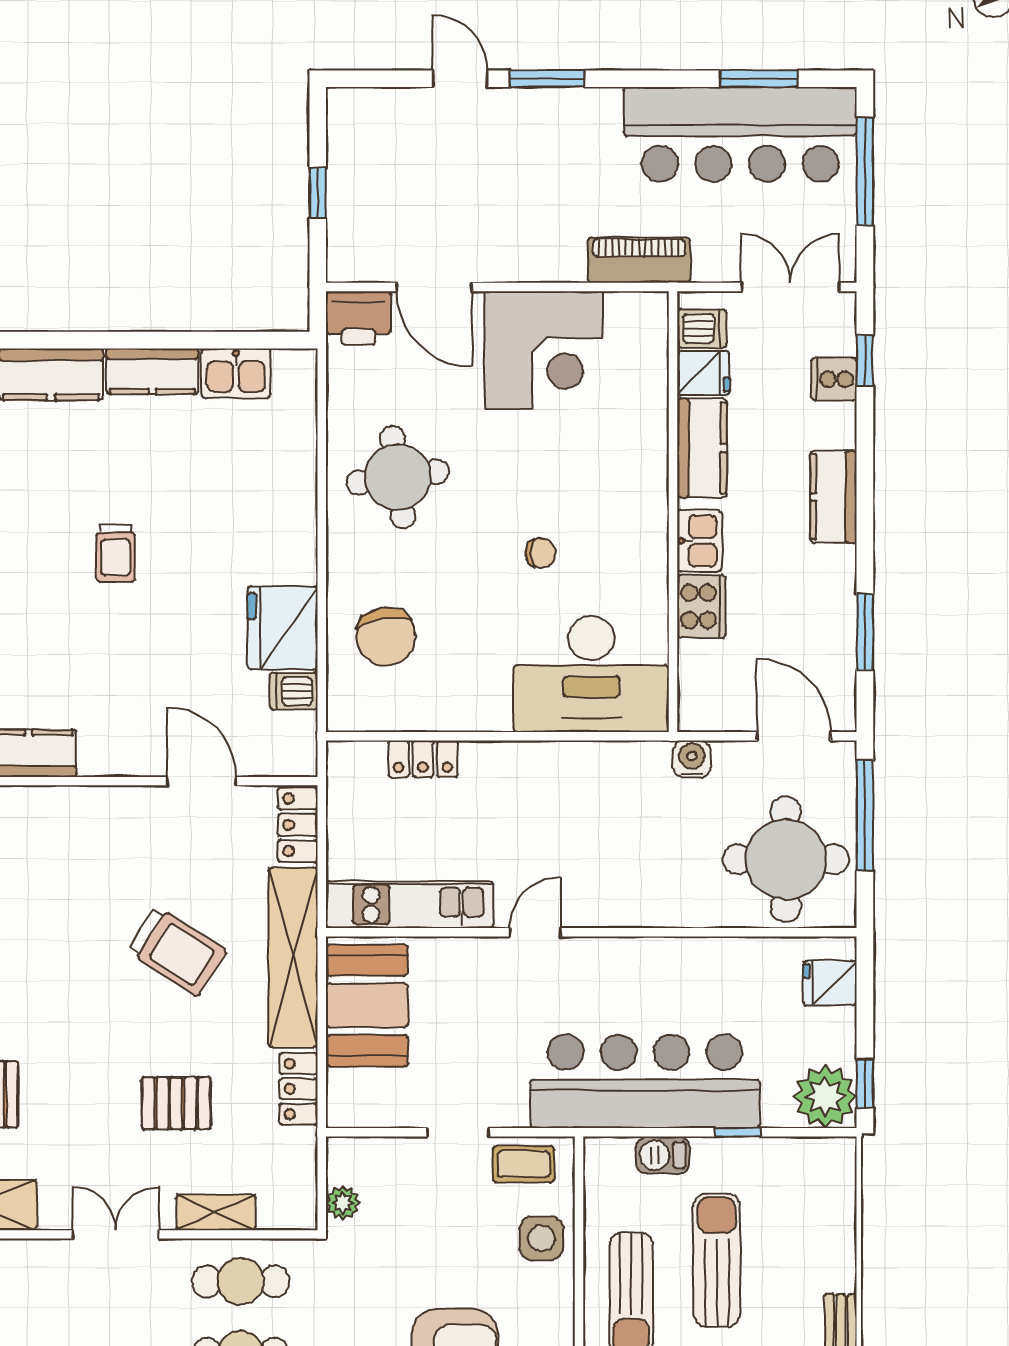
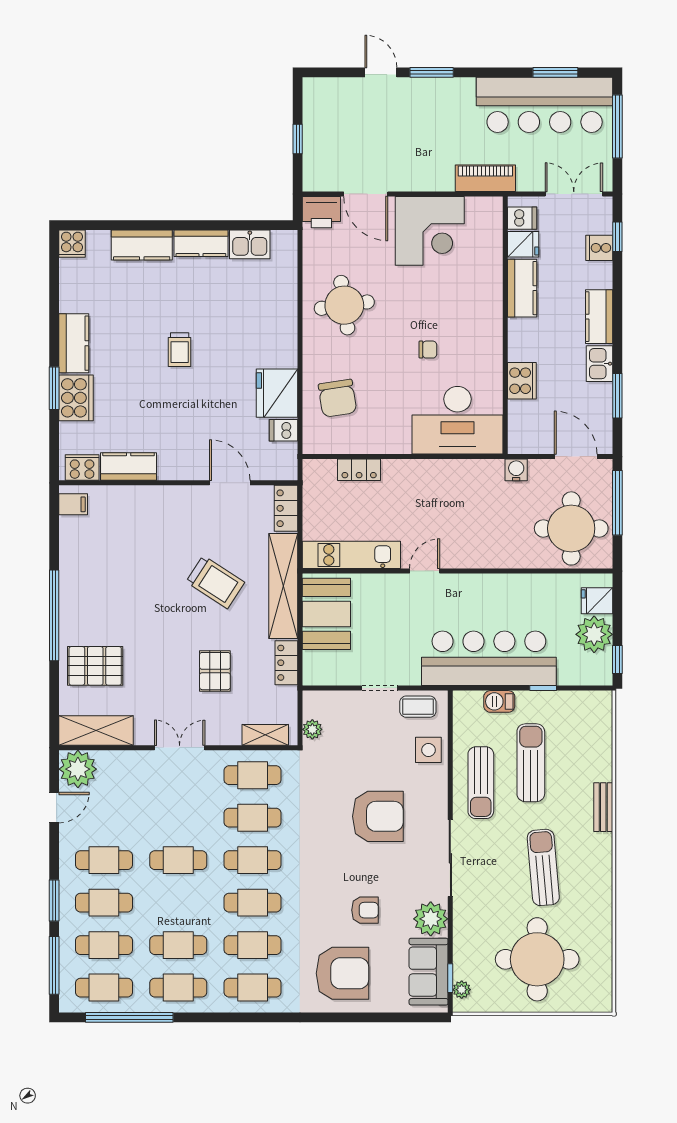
kitchen sink: (699, 541) -> (600, 364), moved, turned 180
plant: (825, 1097) -> (594, 634), moved
pallet: (176, 1103) -> (215, 671), turned 90
shelving: (216, 1212) -> (265, 735), moved

